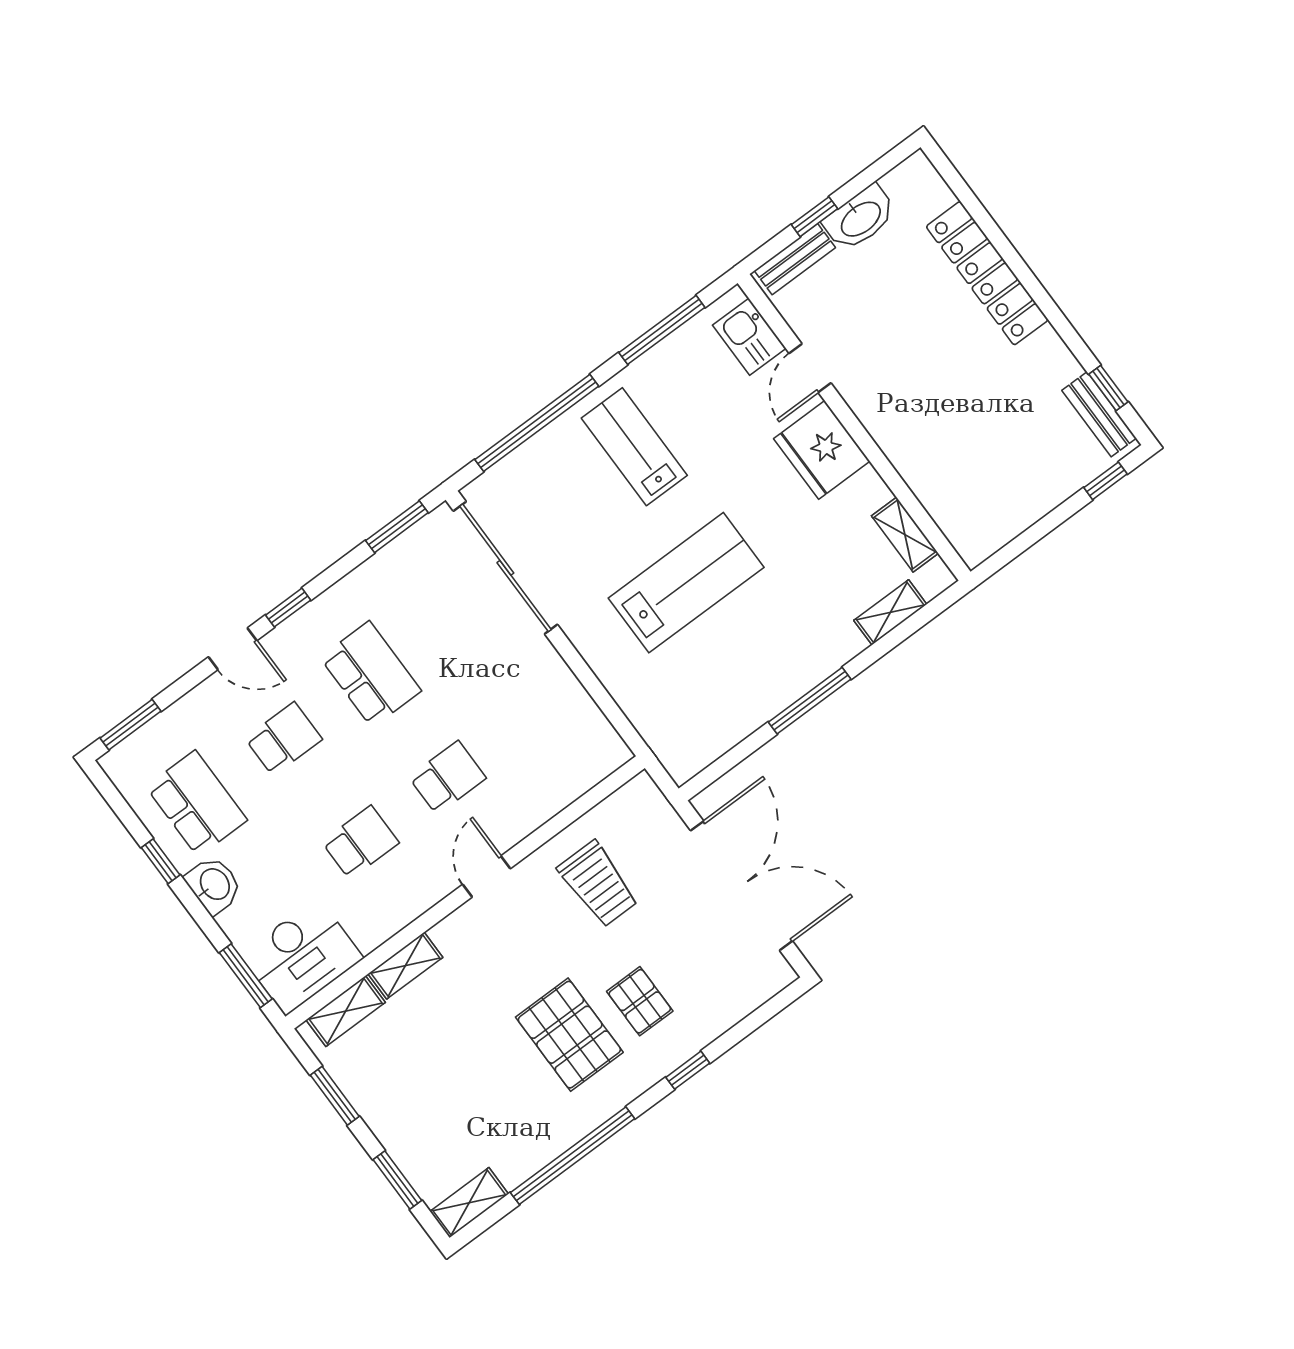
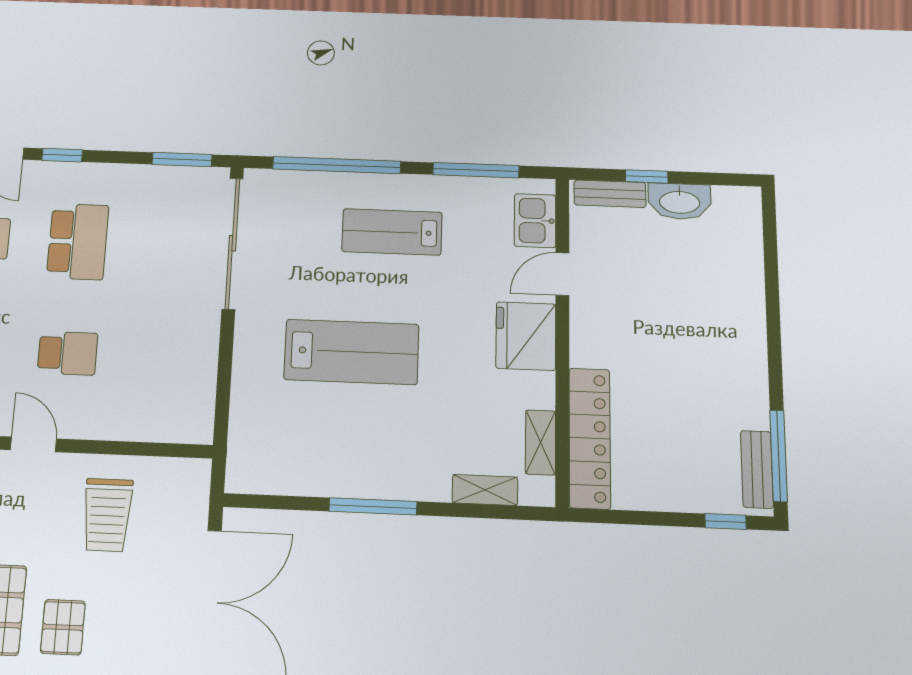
locker: (987, 273) -> (590, 438), moved, turned 180
window: (1108, 388) -> (779, 456), width x2.17
lab bench: (634, 447) -> (392, 232), turned -90
door: (487, 877) -> (33, 444), hinge flipped

